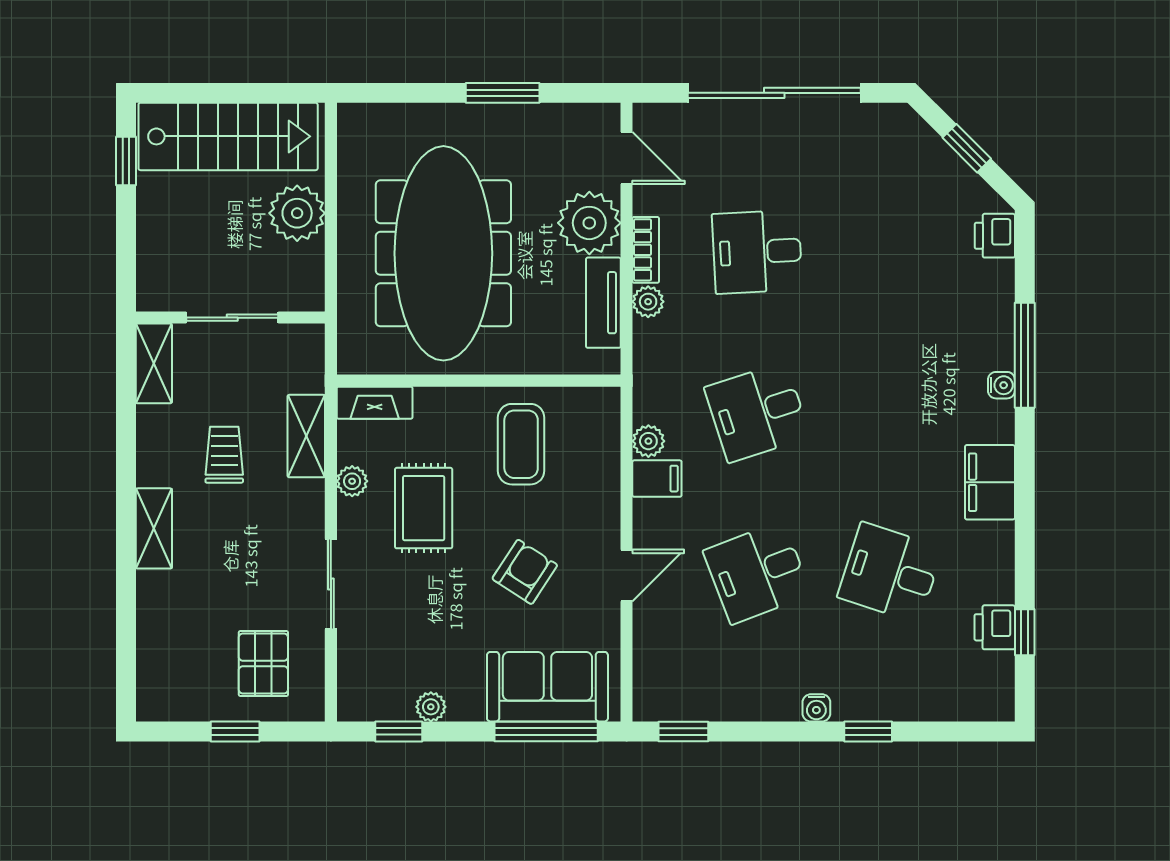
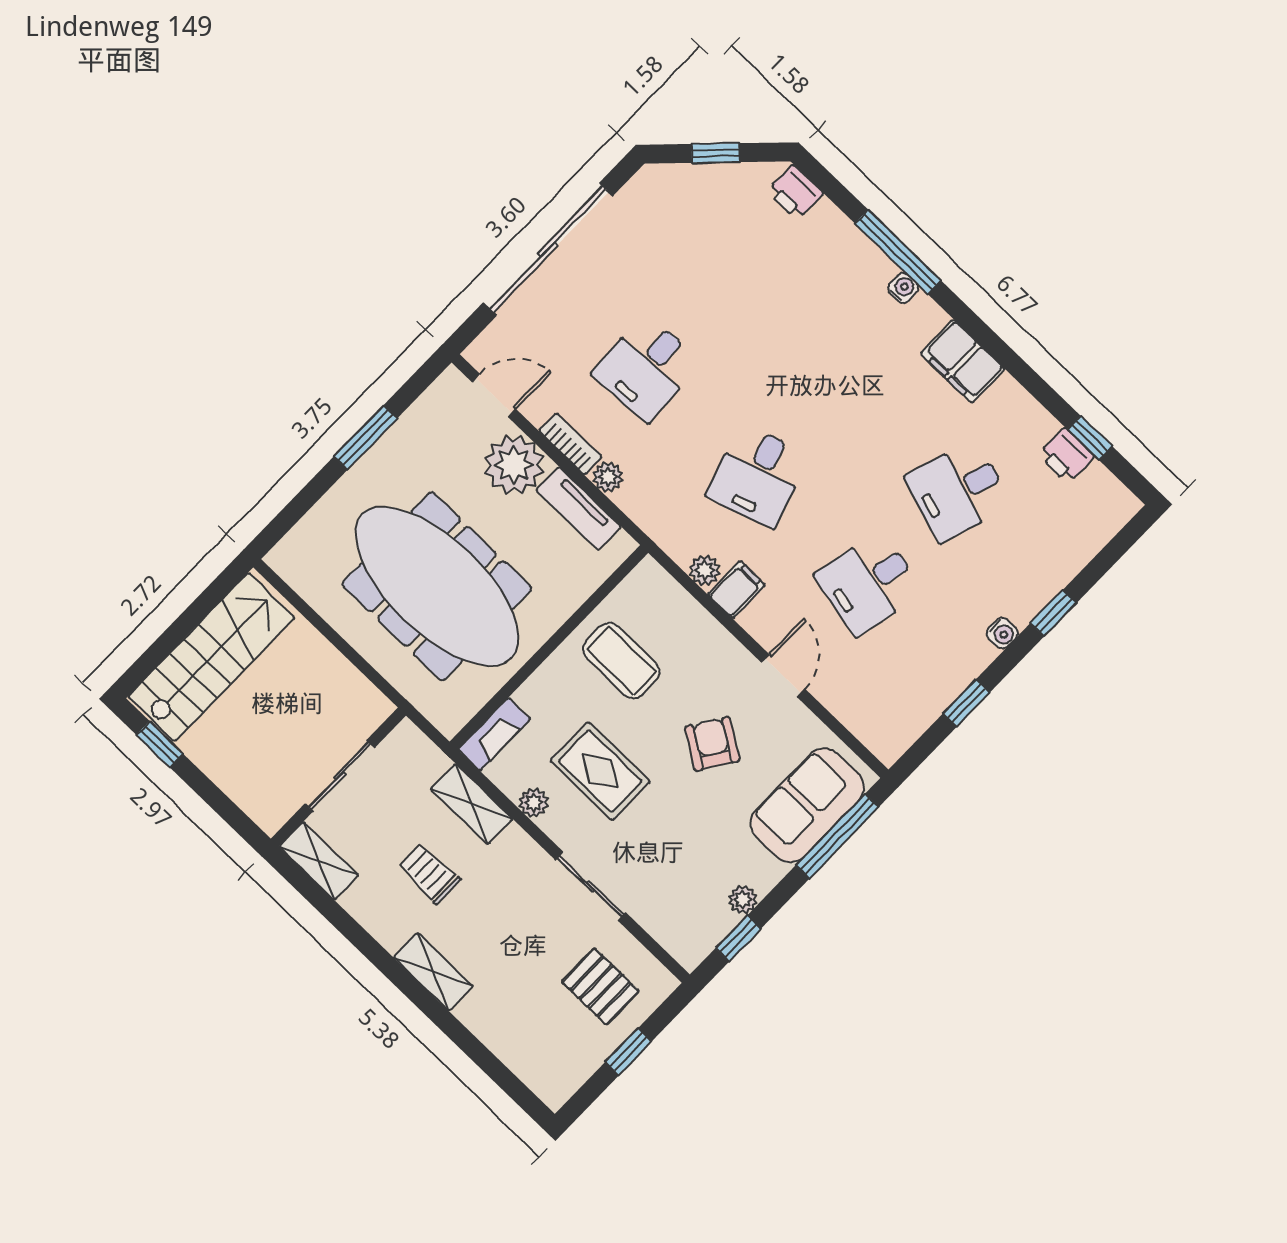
plant: (297, 213) -> (311, 661), removed
desk: (757, 573) -> (869, 583), turned 33
window: (683, 731) -> (966, 703), moved

